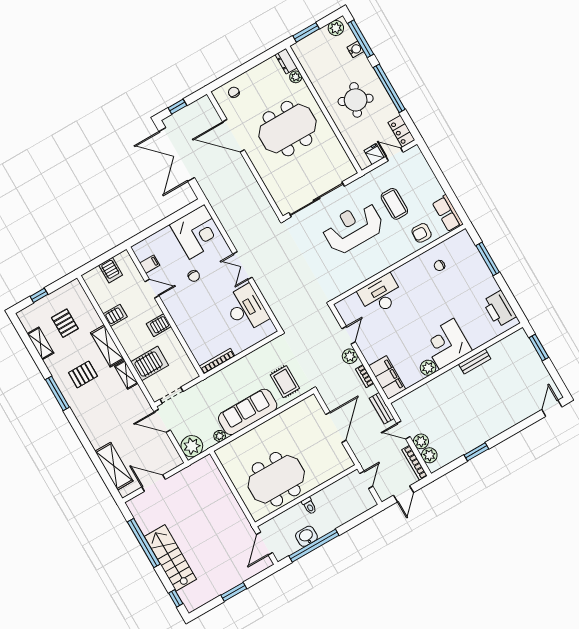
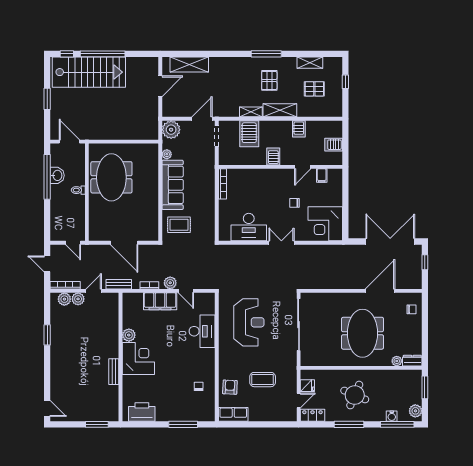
window: (389, 88) -> (349, 424), width x0.68
reception desk: (353, 228) -> (249, 322), moved
filing cabinet: (387, 378) -> (160, 301), moved
window: (144, 543) -> (103, 54), moved
stairs: (170, 558) -> (89, 72), width x1.36, depth x1.51

